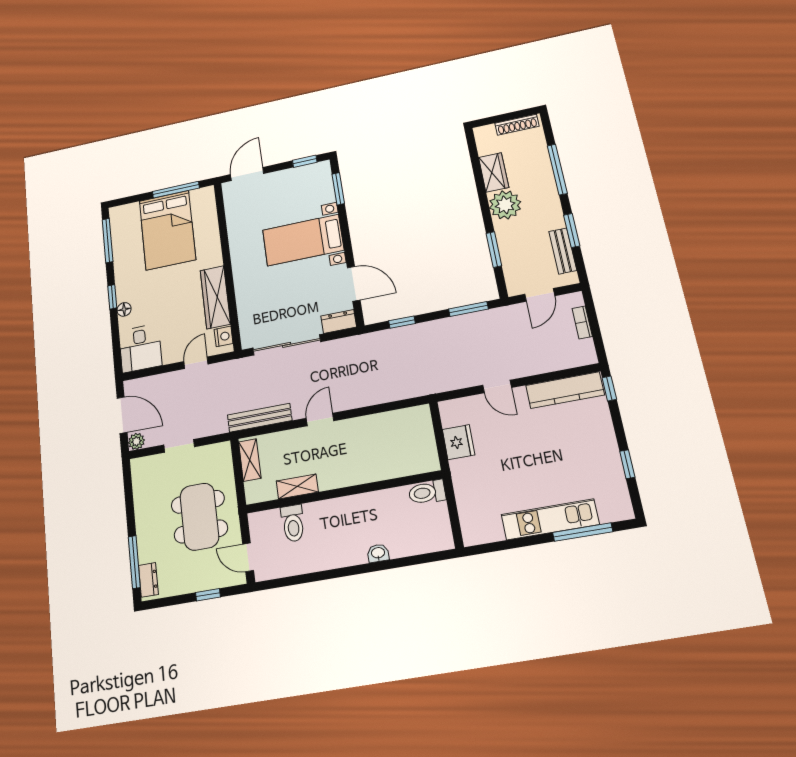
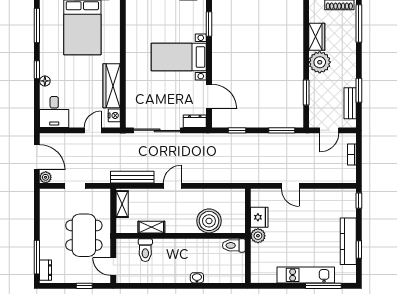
window: (557, 170) -> (359, 23), moved
kitchen counter: (565, 390) -> (348, 241), moved, turned 90
boiler: (383, 462) -> (209, 221), added
plant: (462, 471) -> (258, 236), added

